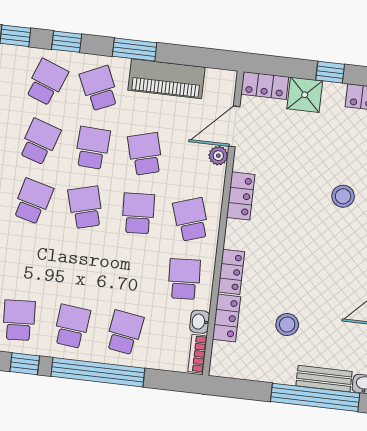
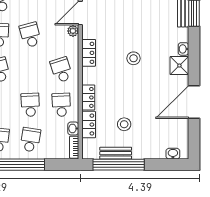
stool: (343, 196) -> (134, 58), moved
school desk: (138, 213) -> (30, 105), moved
bench: (324, 379) -> (116, 153), moved
window: (315, 397) -> (119, 165), moved

